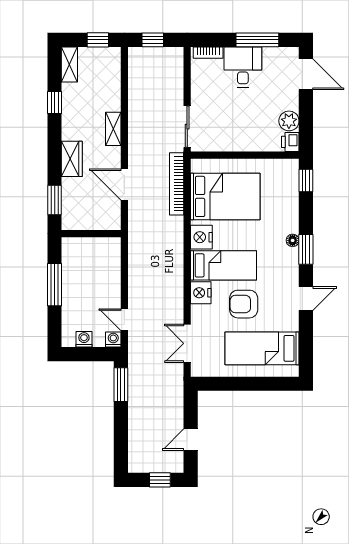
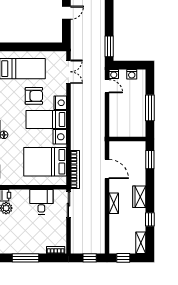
desk: (243, 67) -> (41, 202), moved, turned 180
wardrobe: (72, 159) -> (139, 197), moved

